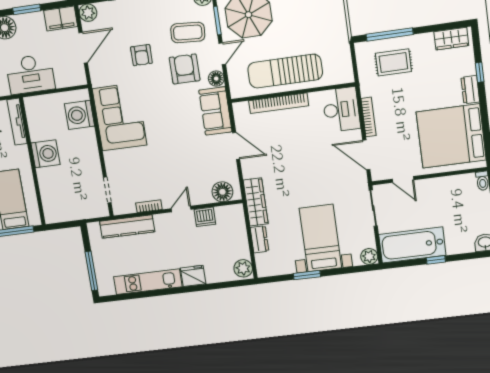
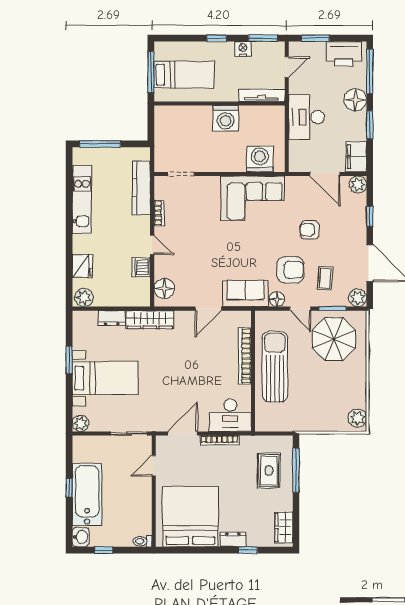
coffee table: (188, 32) -> (325, 278), width x0.73, depth x0.77
bathtub: (412, 245) -> (87, 495), moved
fridge: (193, 276) -> (82, 266), moved

